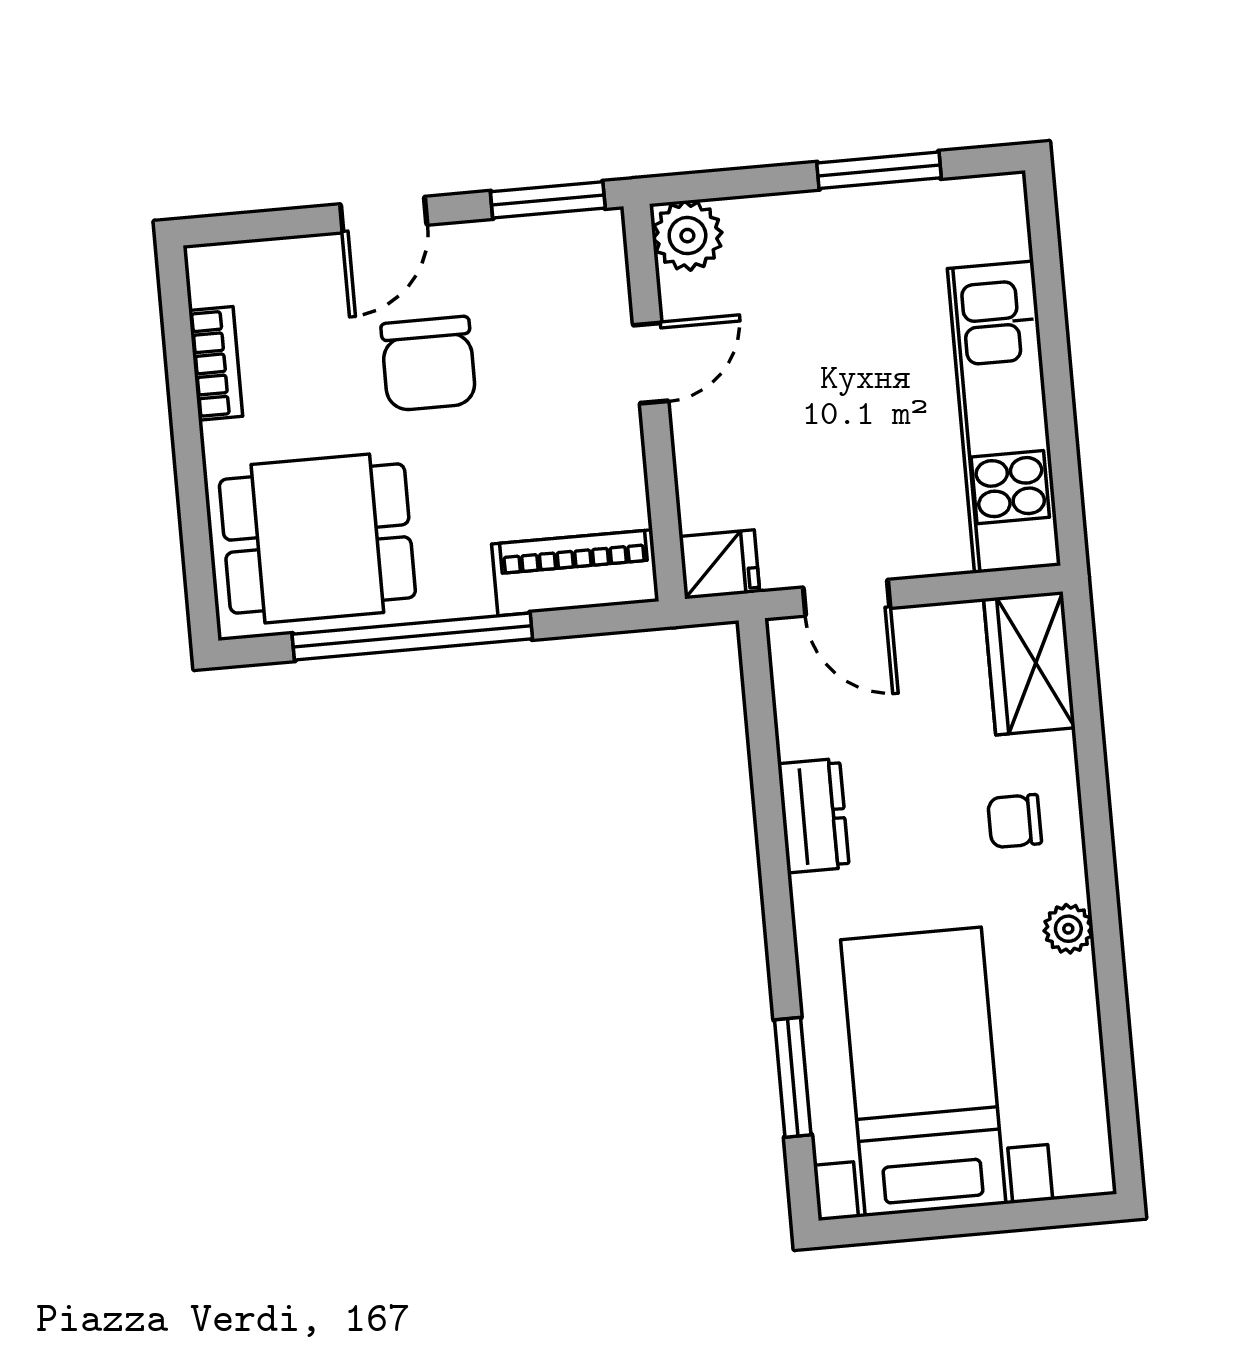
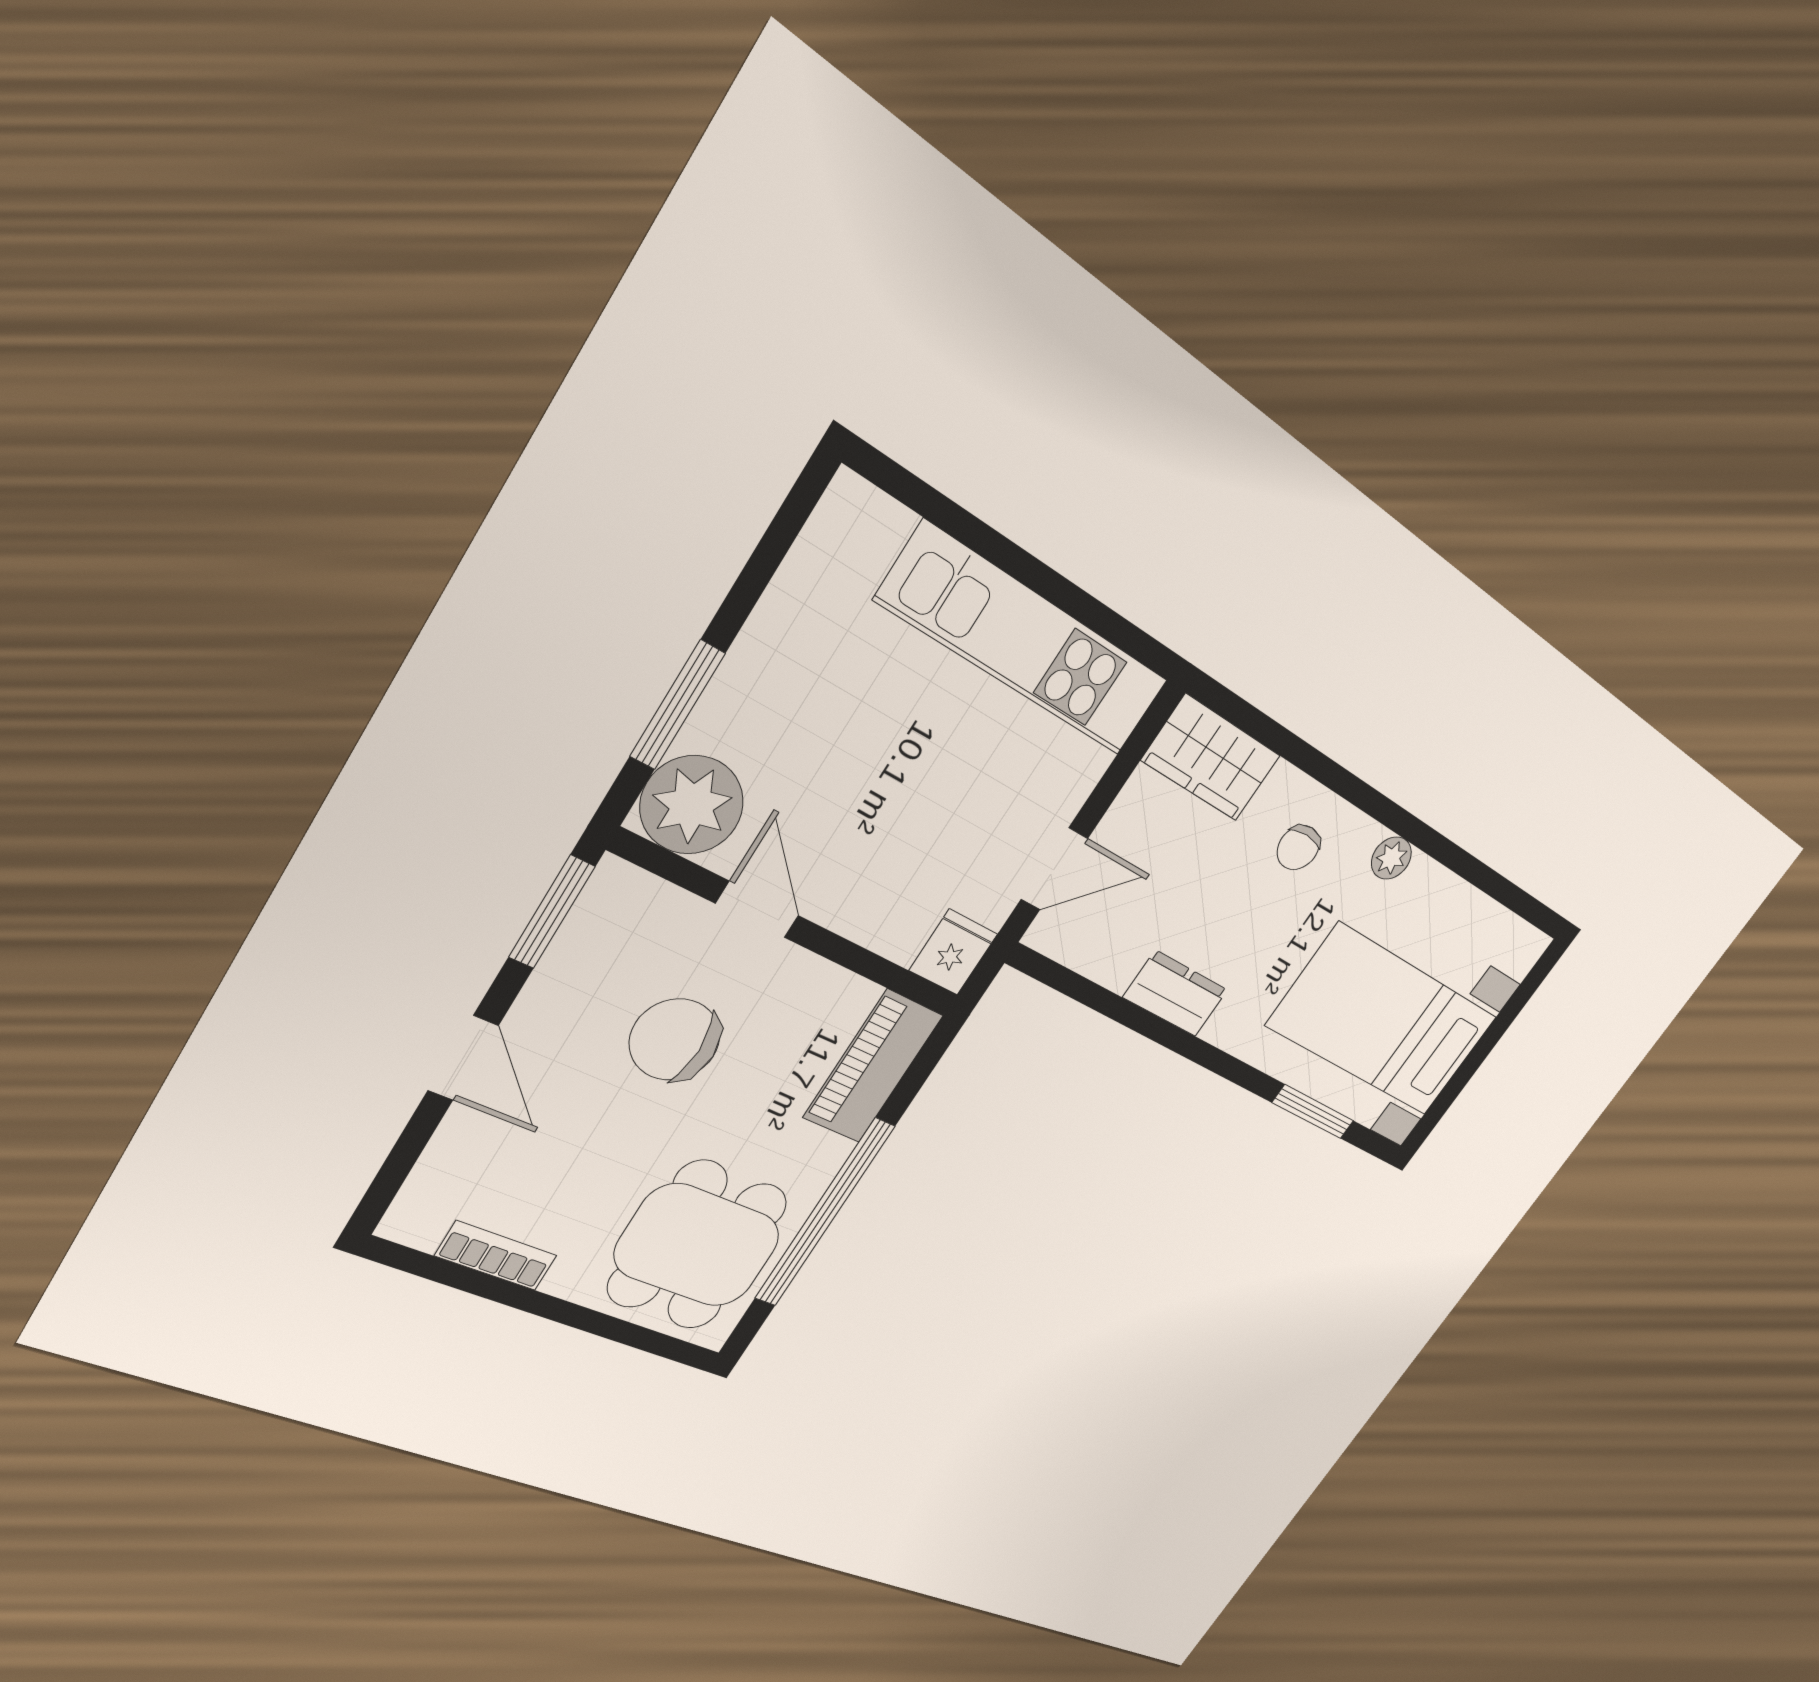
window: (879, 170) -> (677, 705), moved
plant: (687, 236) -> (692, 805), width x1.36, depth x1.36
chair: (428, 364) -> (675, 1040), moved, turned 180

